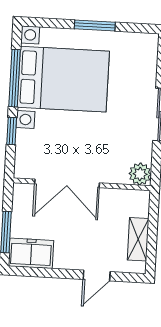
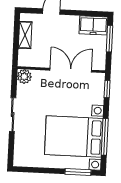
window: (95, 25) -> (78, 172), moved
window: (12, 131) -> (107, 89), moved

